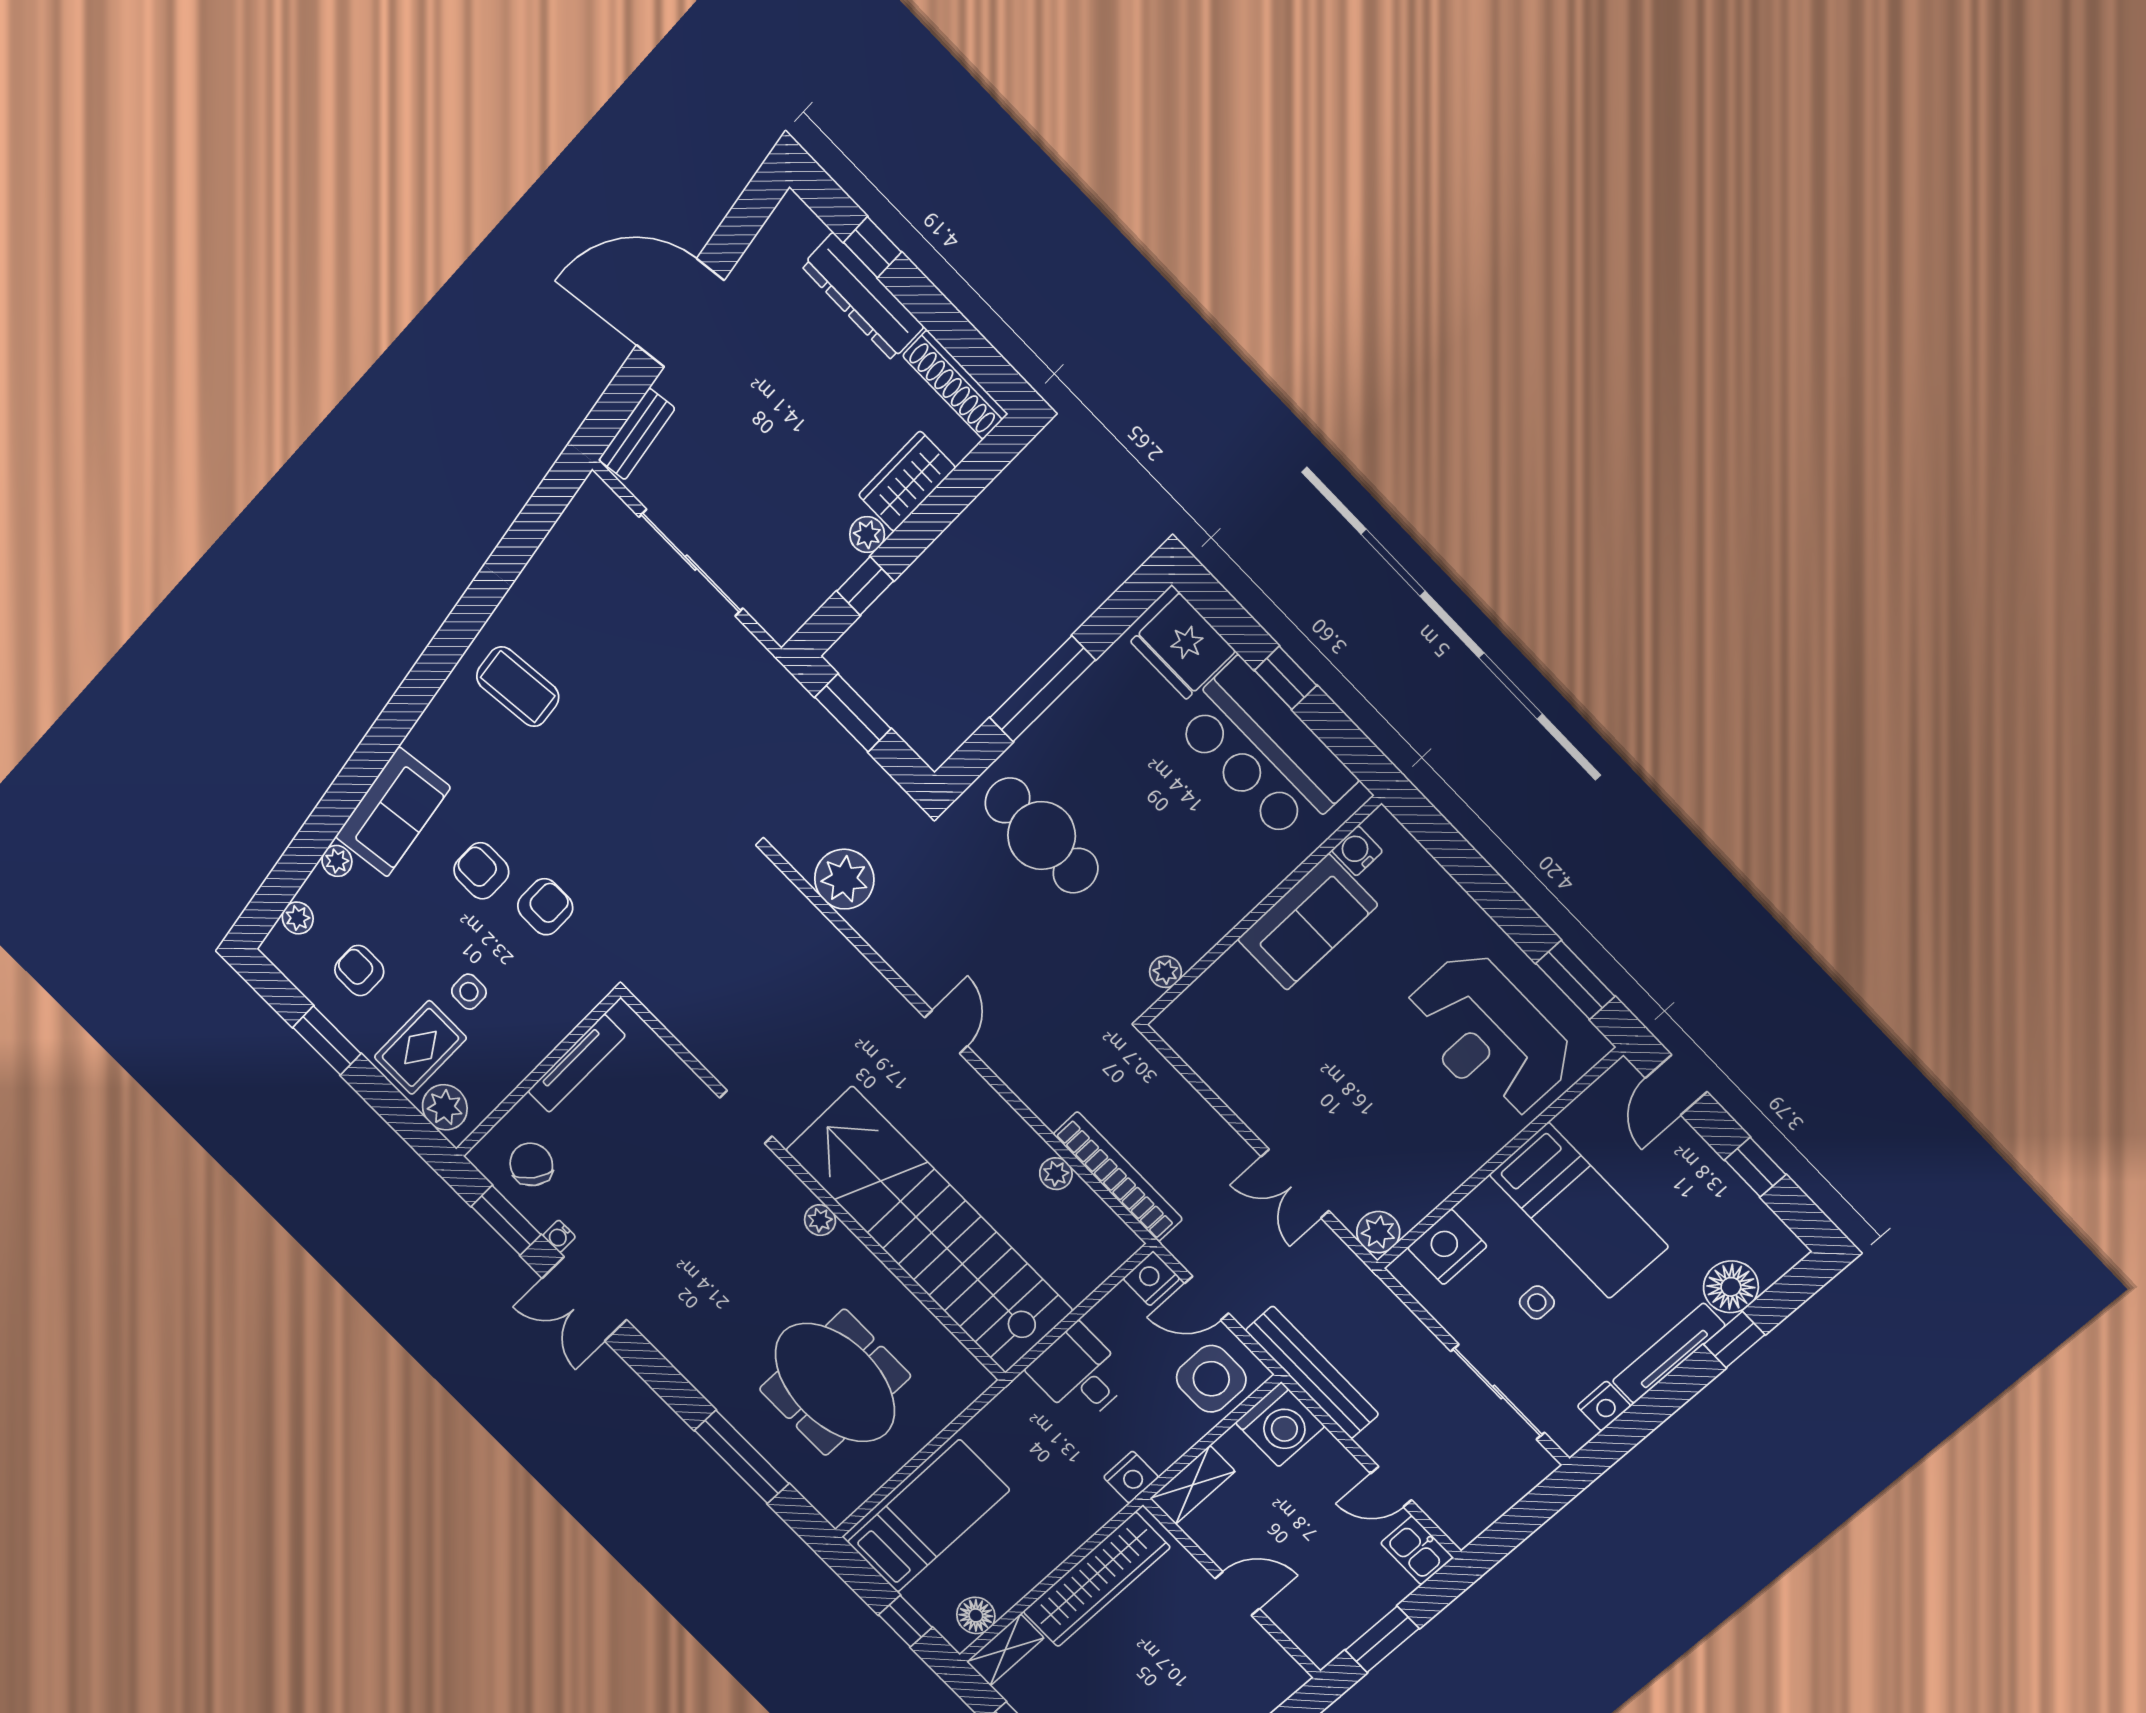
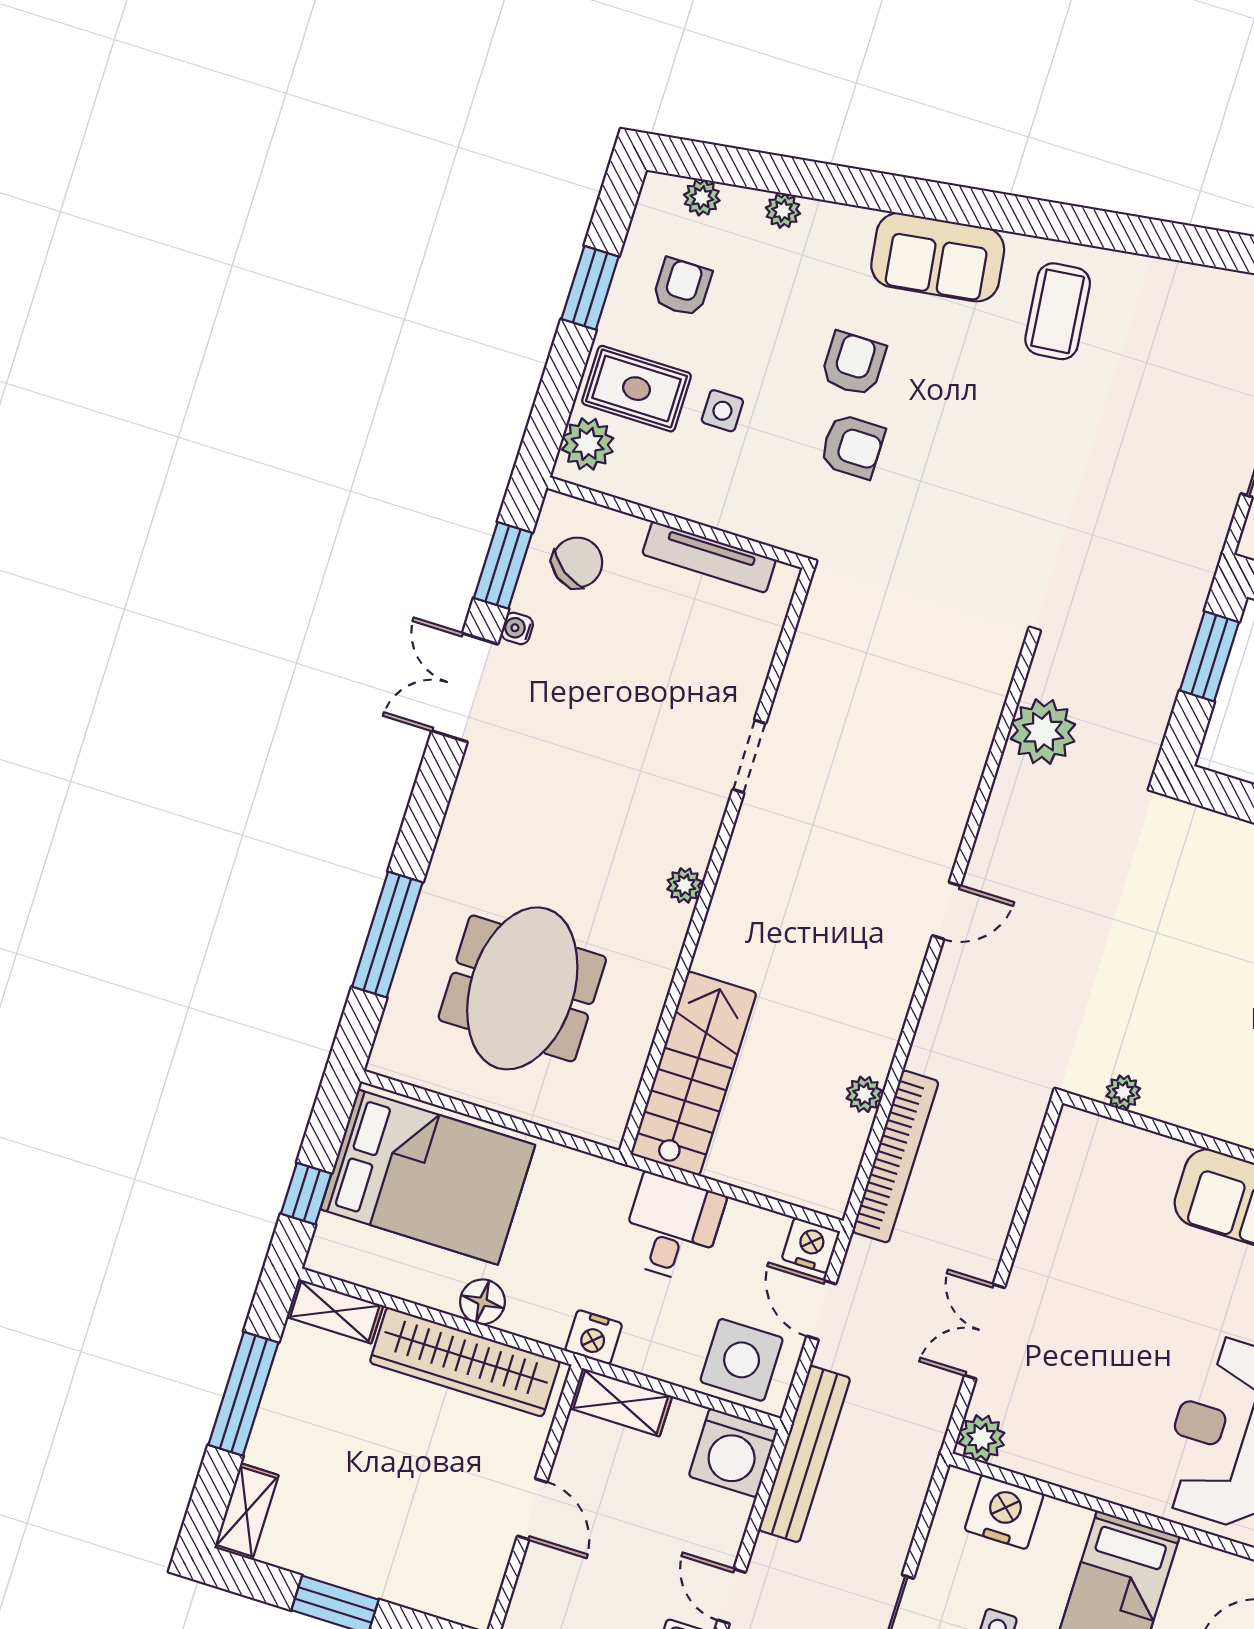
sofa: (393, 812) -> (938, 257), moved
cafe table: (1042, 836) -> (1190, 902), removed
stairs: (929, 1230) -> (694, 1073), width x0.54, depth x0.66
bed: (928, 1516) -> (428, 1177), width x1.50
floor lamp: (976, 1615) -> (482, 1302), moved

